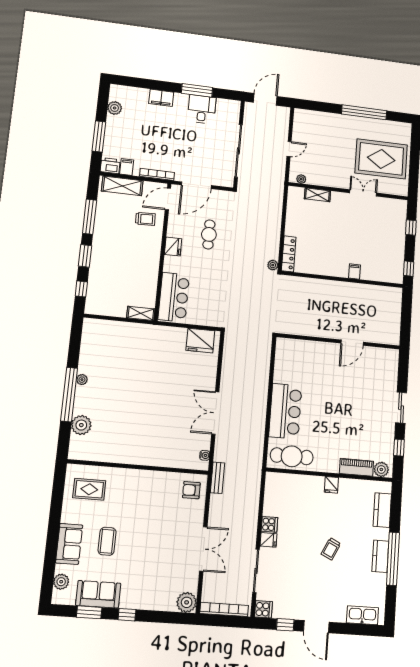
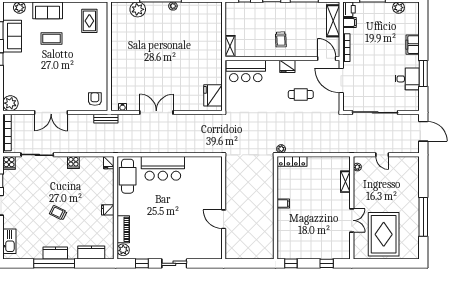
trolley: (145, 219) -> (281, 39), moved
filing cabinet: (354, 272) -> (283, 204), moved
fridge: (268, 540) -> (109, 163), moved

